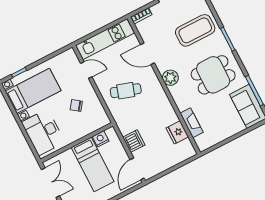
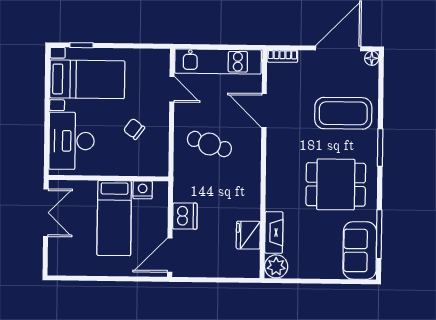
plant: (170, 78) -> (276, 266), moved

